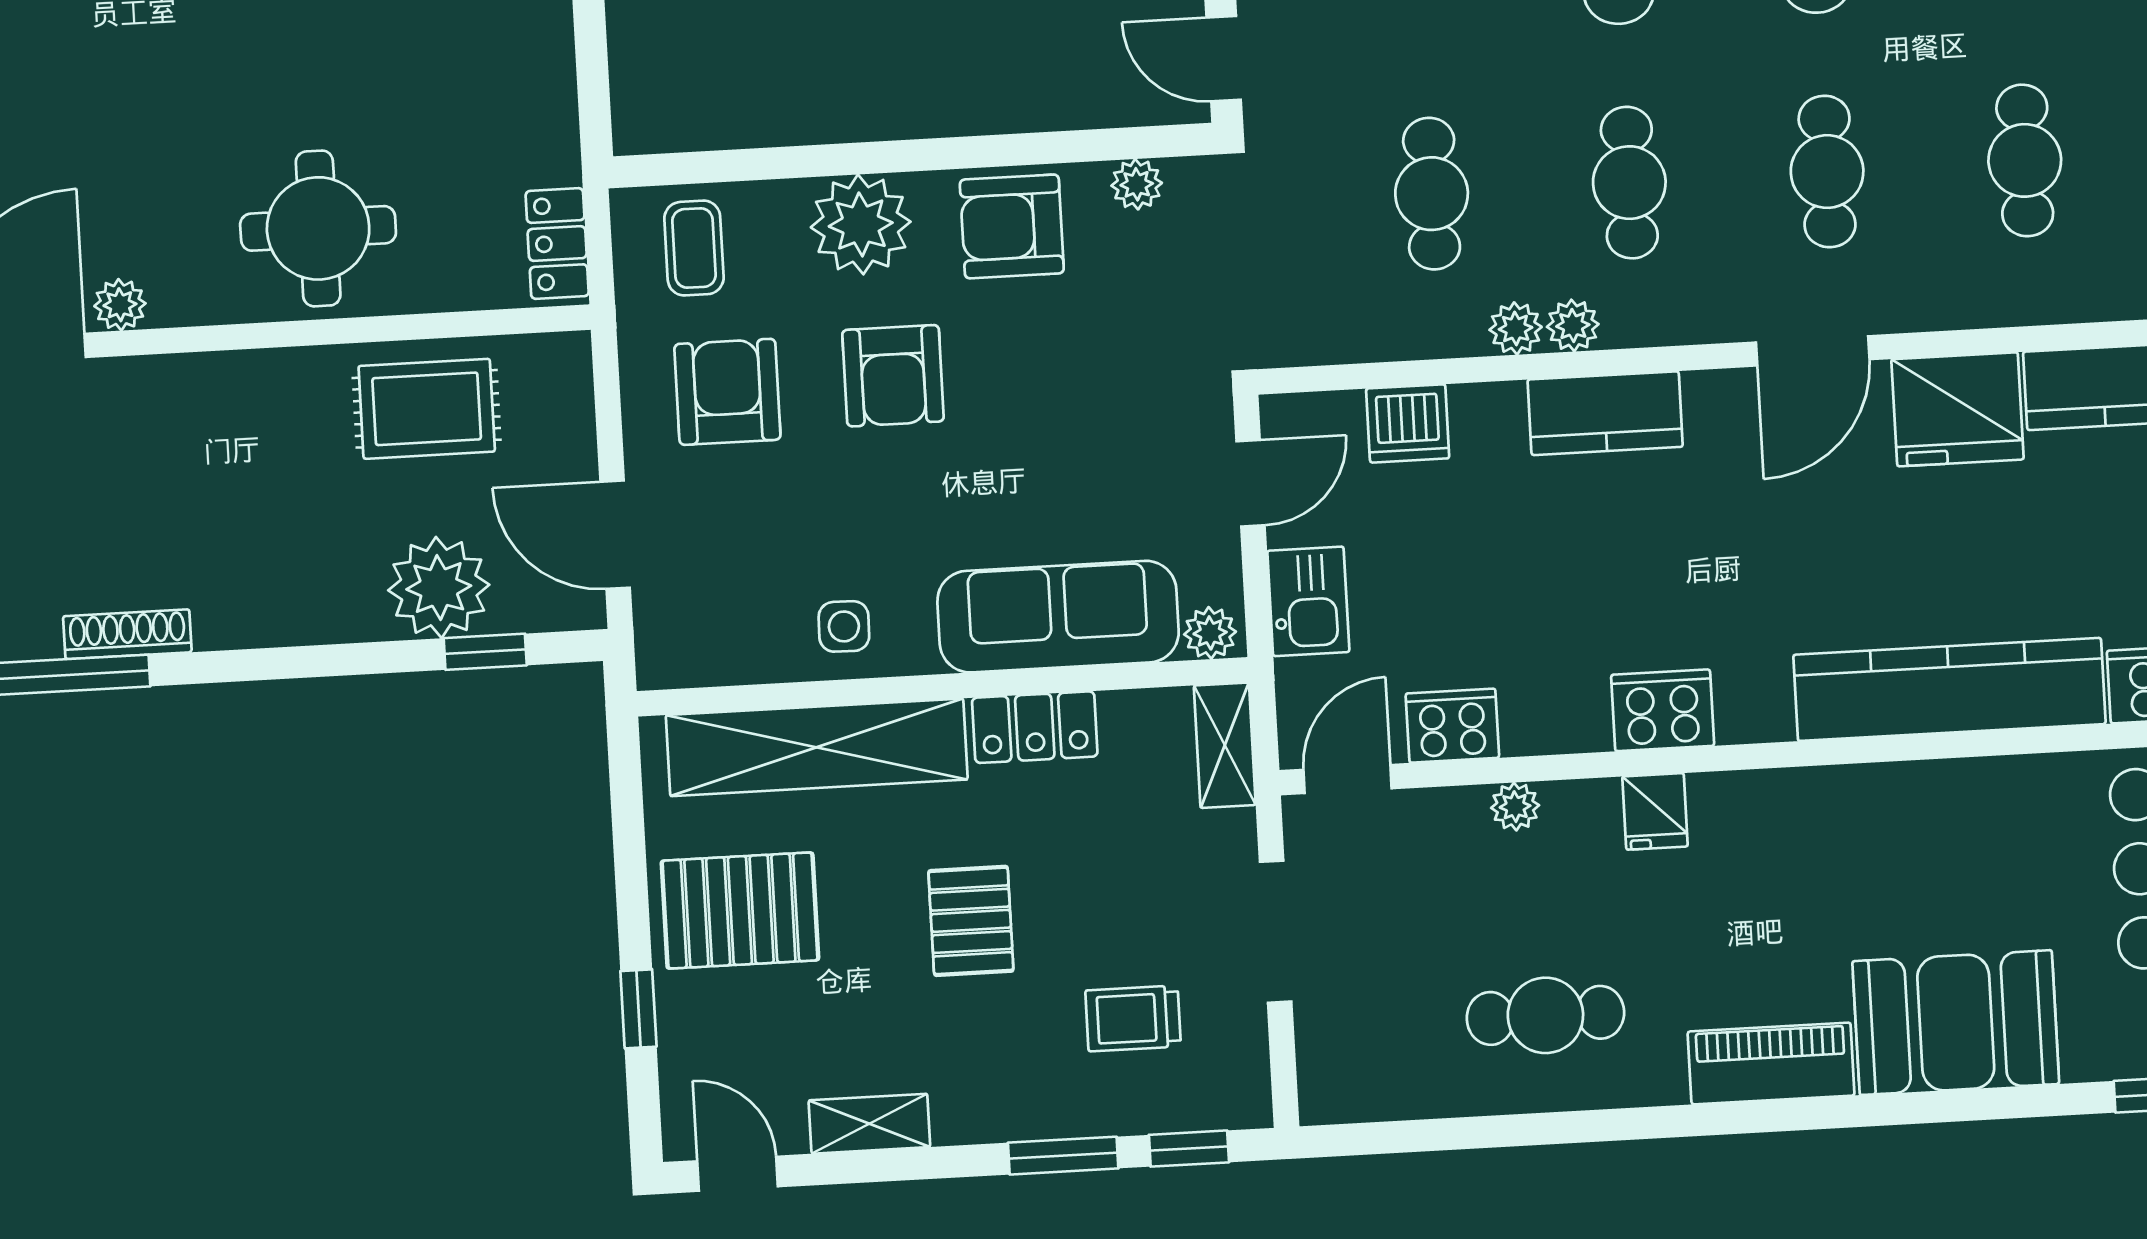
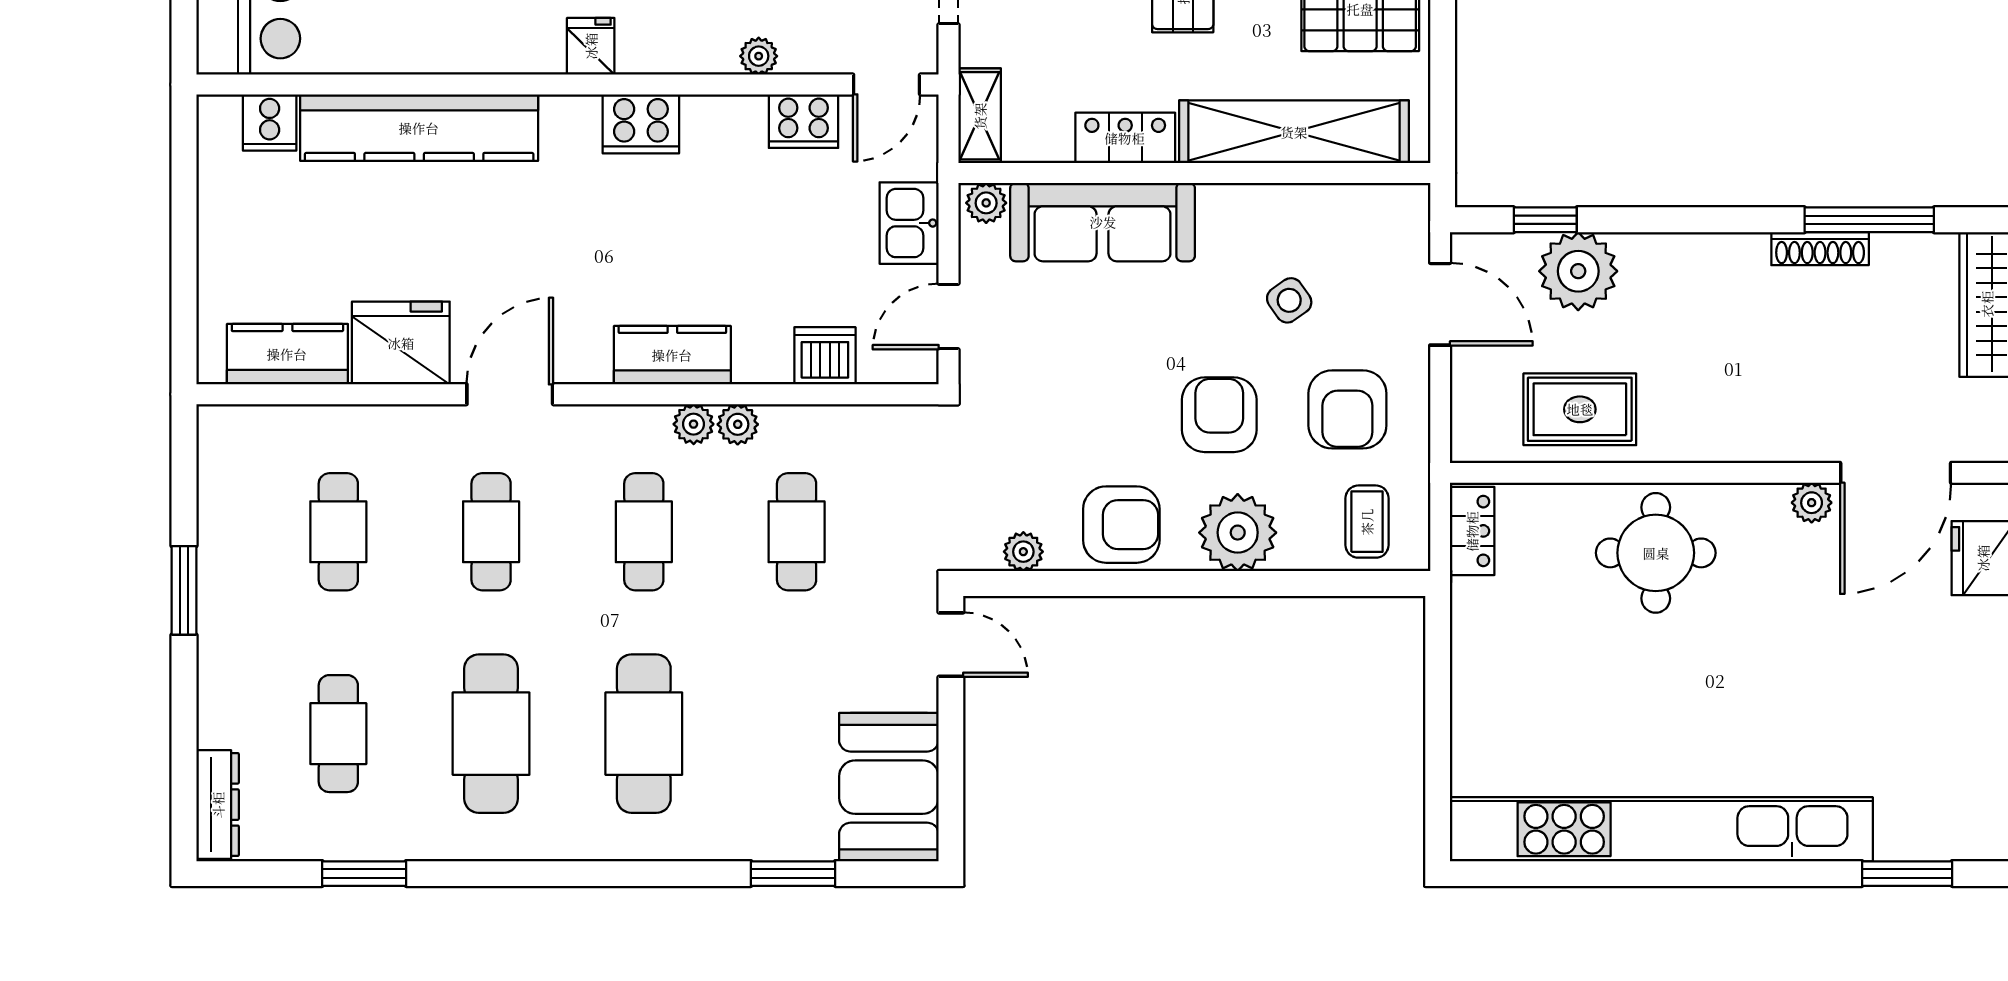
side table: (844, 626) -> (1289, 300), moved, turned -36
fridge: (1655, 811) -> (591, 46), moved

